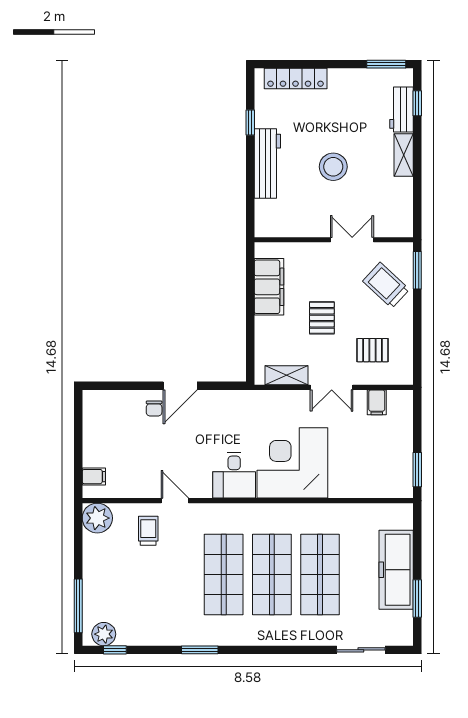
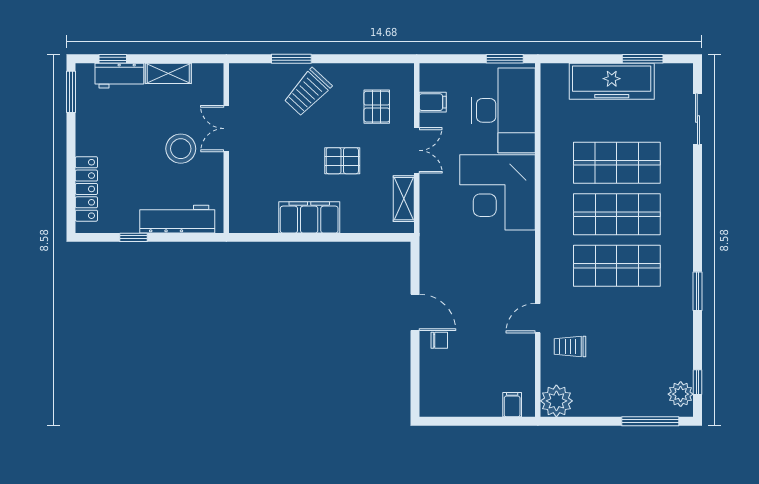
wall: (334, 240) -> (226, 148), moved
double door: (352, 240) -> (226, 129), moved
desk: (234, 475) -> (503, 110), moved, width x1.87, depth x1.30

